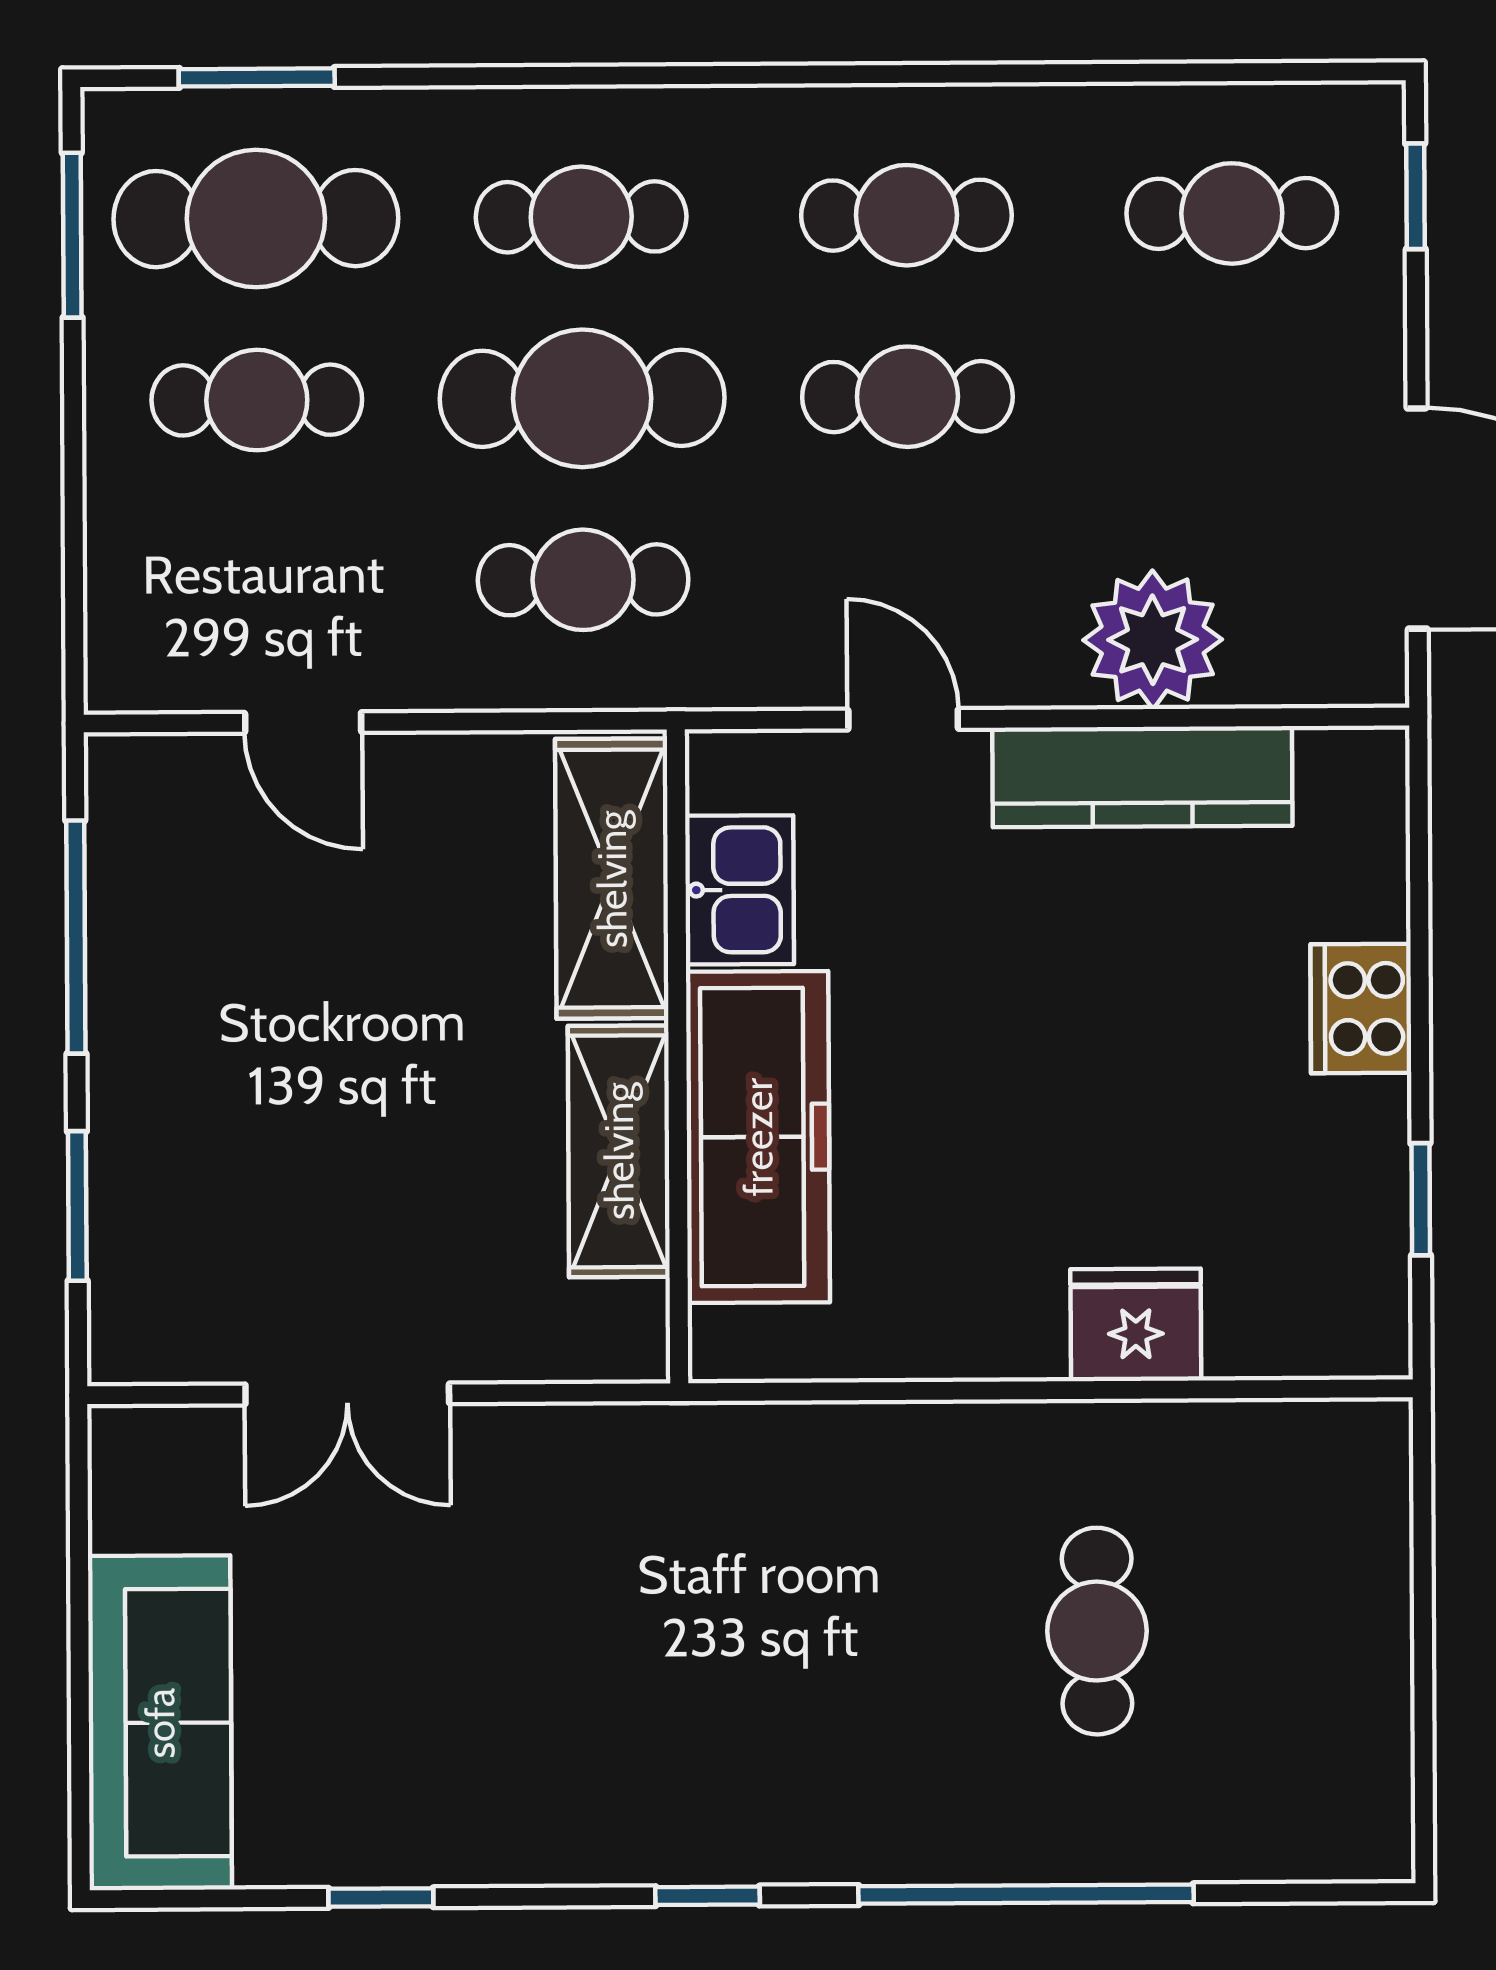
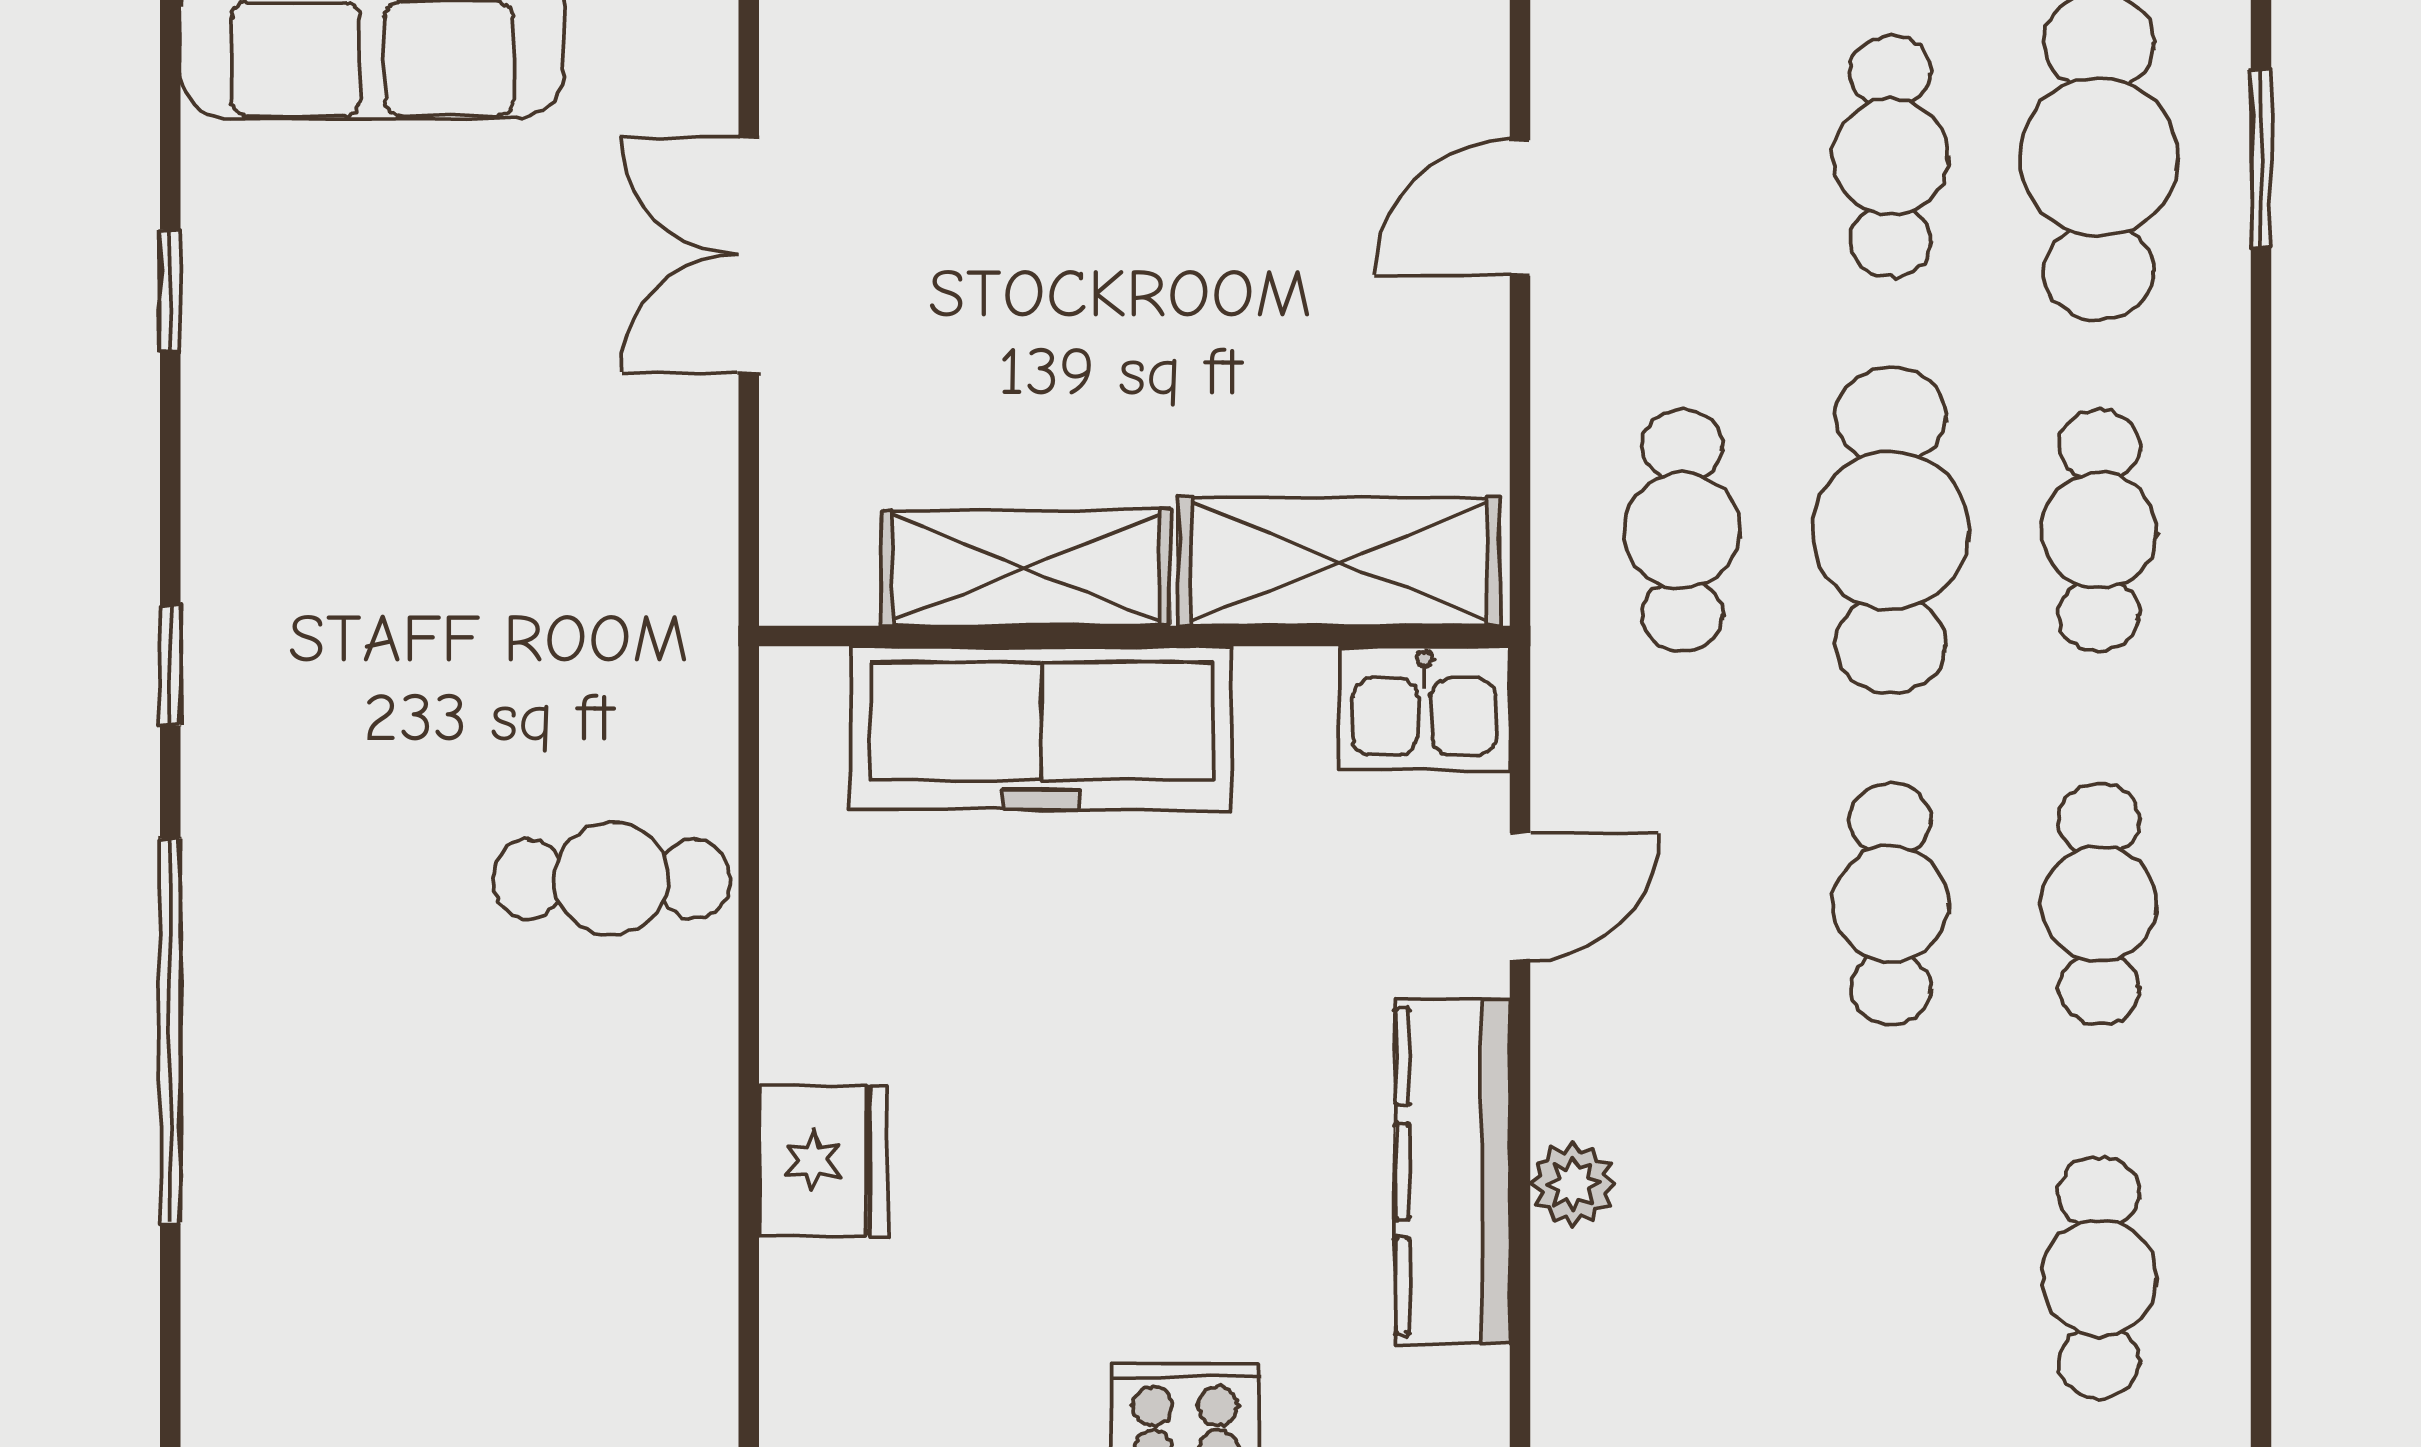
plant: (1153, 640) -> (1573, 1184), width x0.53, depth x0.53
kitchen sink: (739, 890) -> (1424, 708), moved
cafe table: (1097, 1631) -> (611, 879), moved

